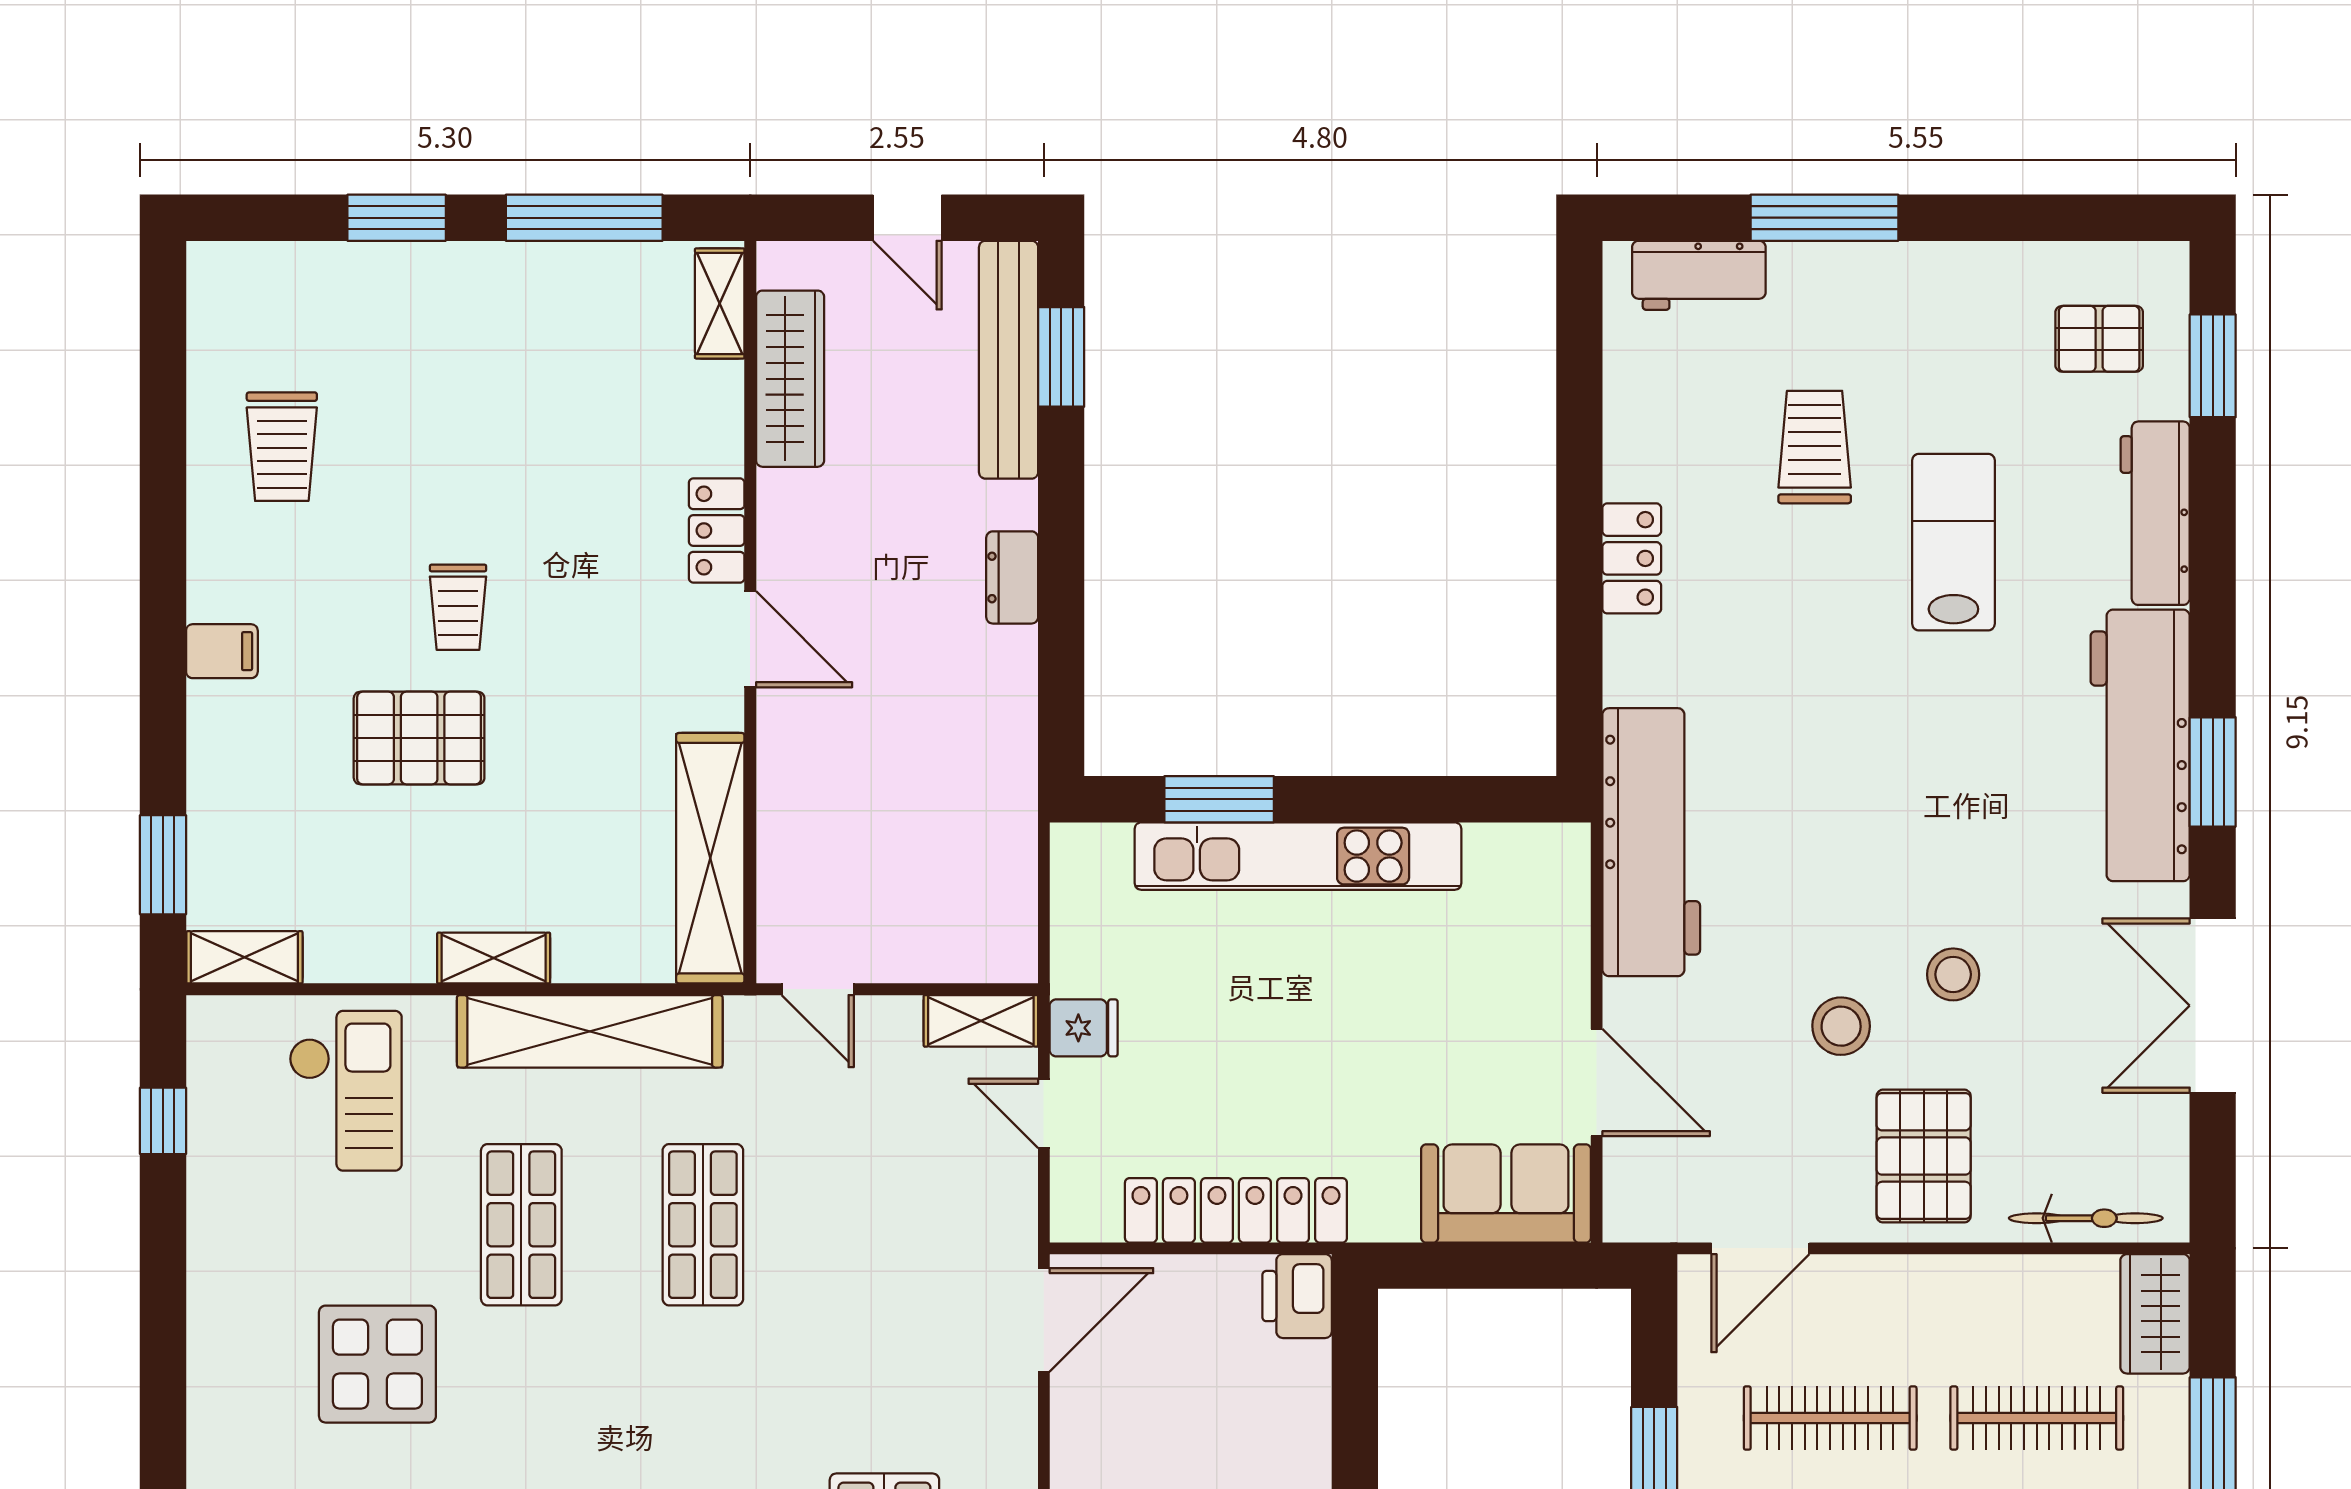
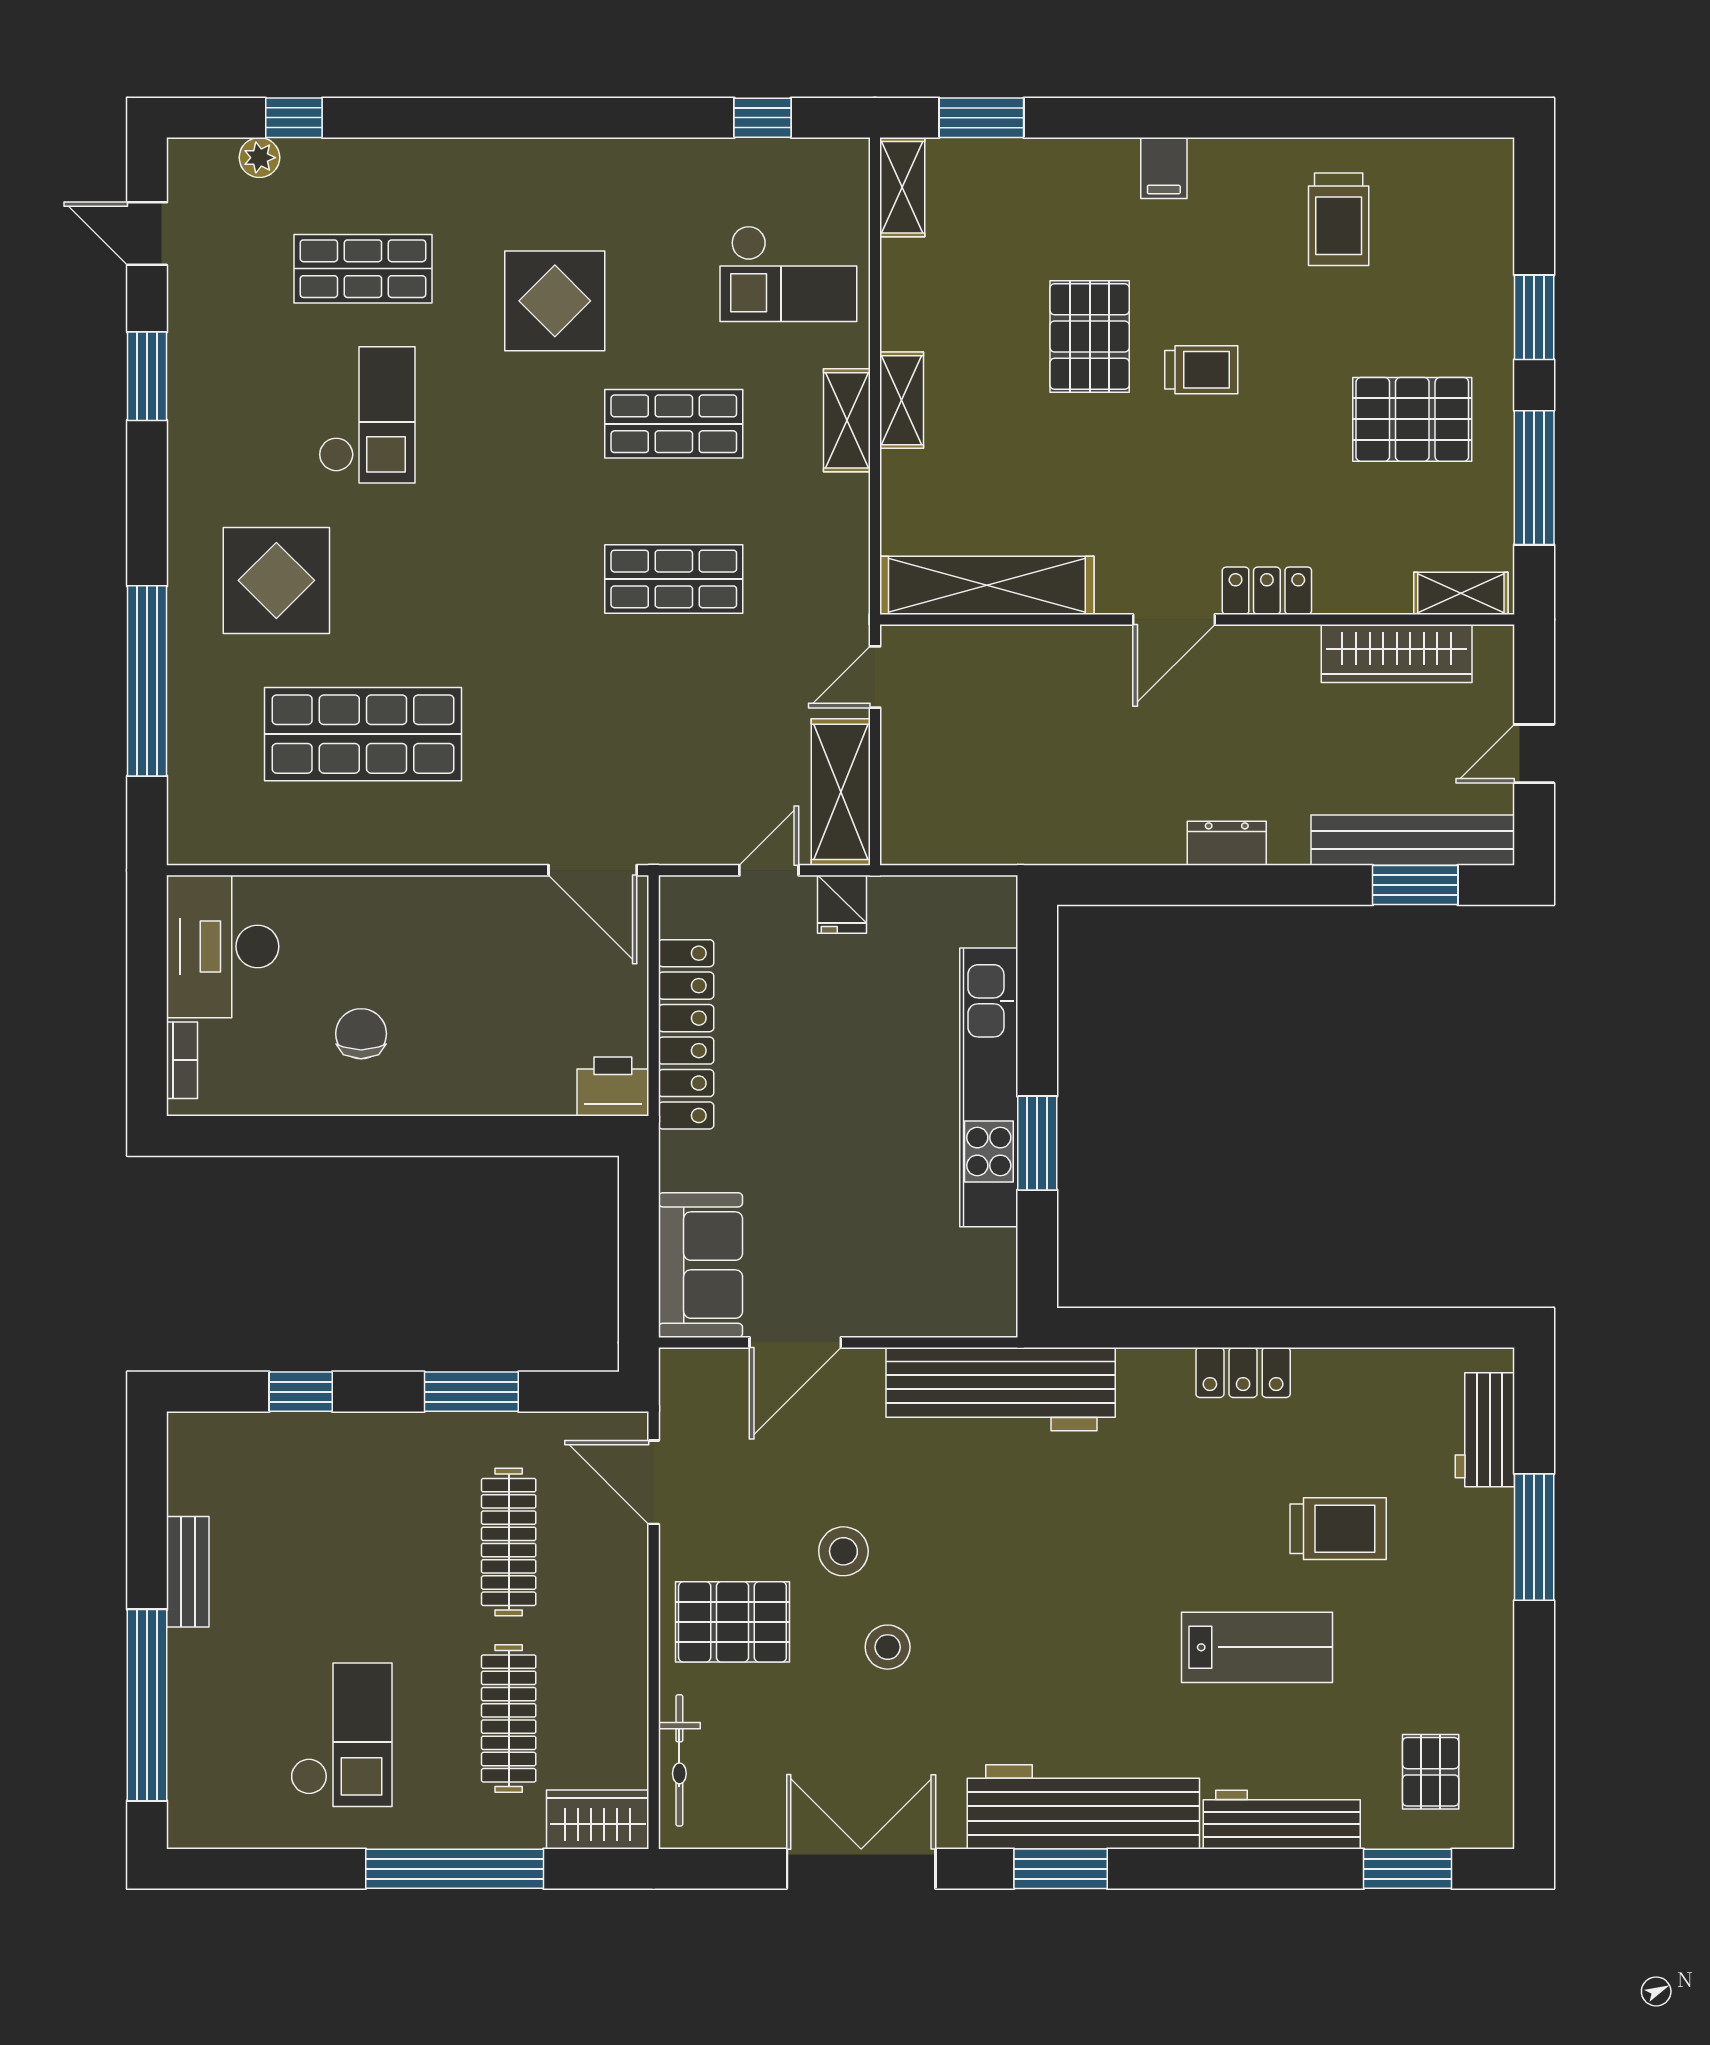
pallet: (516, 360) -> (1412, 419), added
trolley: (282, 447) -> (1339, 219), turned -90
trolley: (458, 607) -> (1201, 370), turned 180
window: (1219, 799) -> (1037, 1143), moved
shelving: (981, 1021) -> (841, 792), width x1.50, depth x1.33
shelving: (590, 1031) -> (847, 420), width x0.45, depth x0.75

